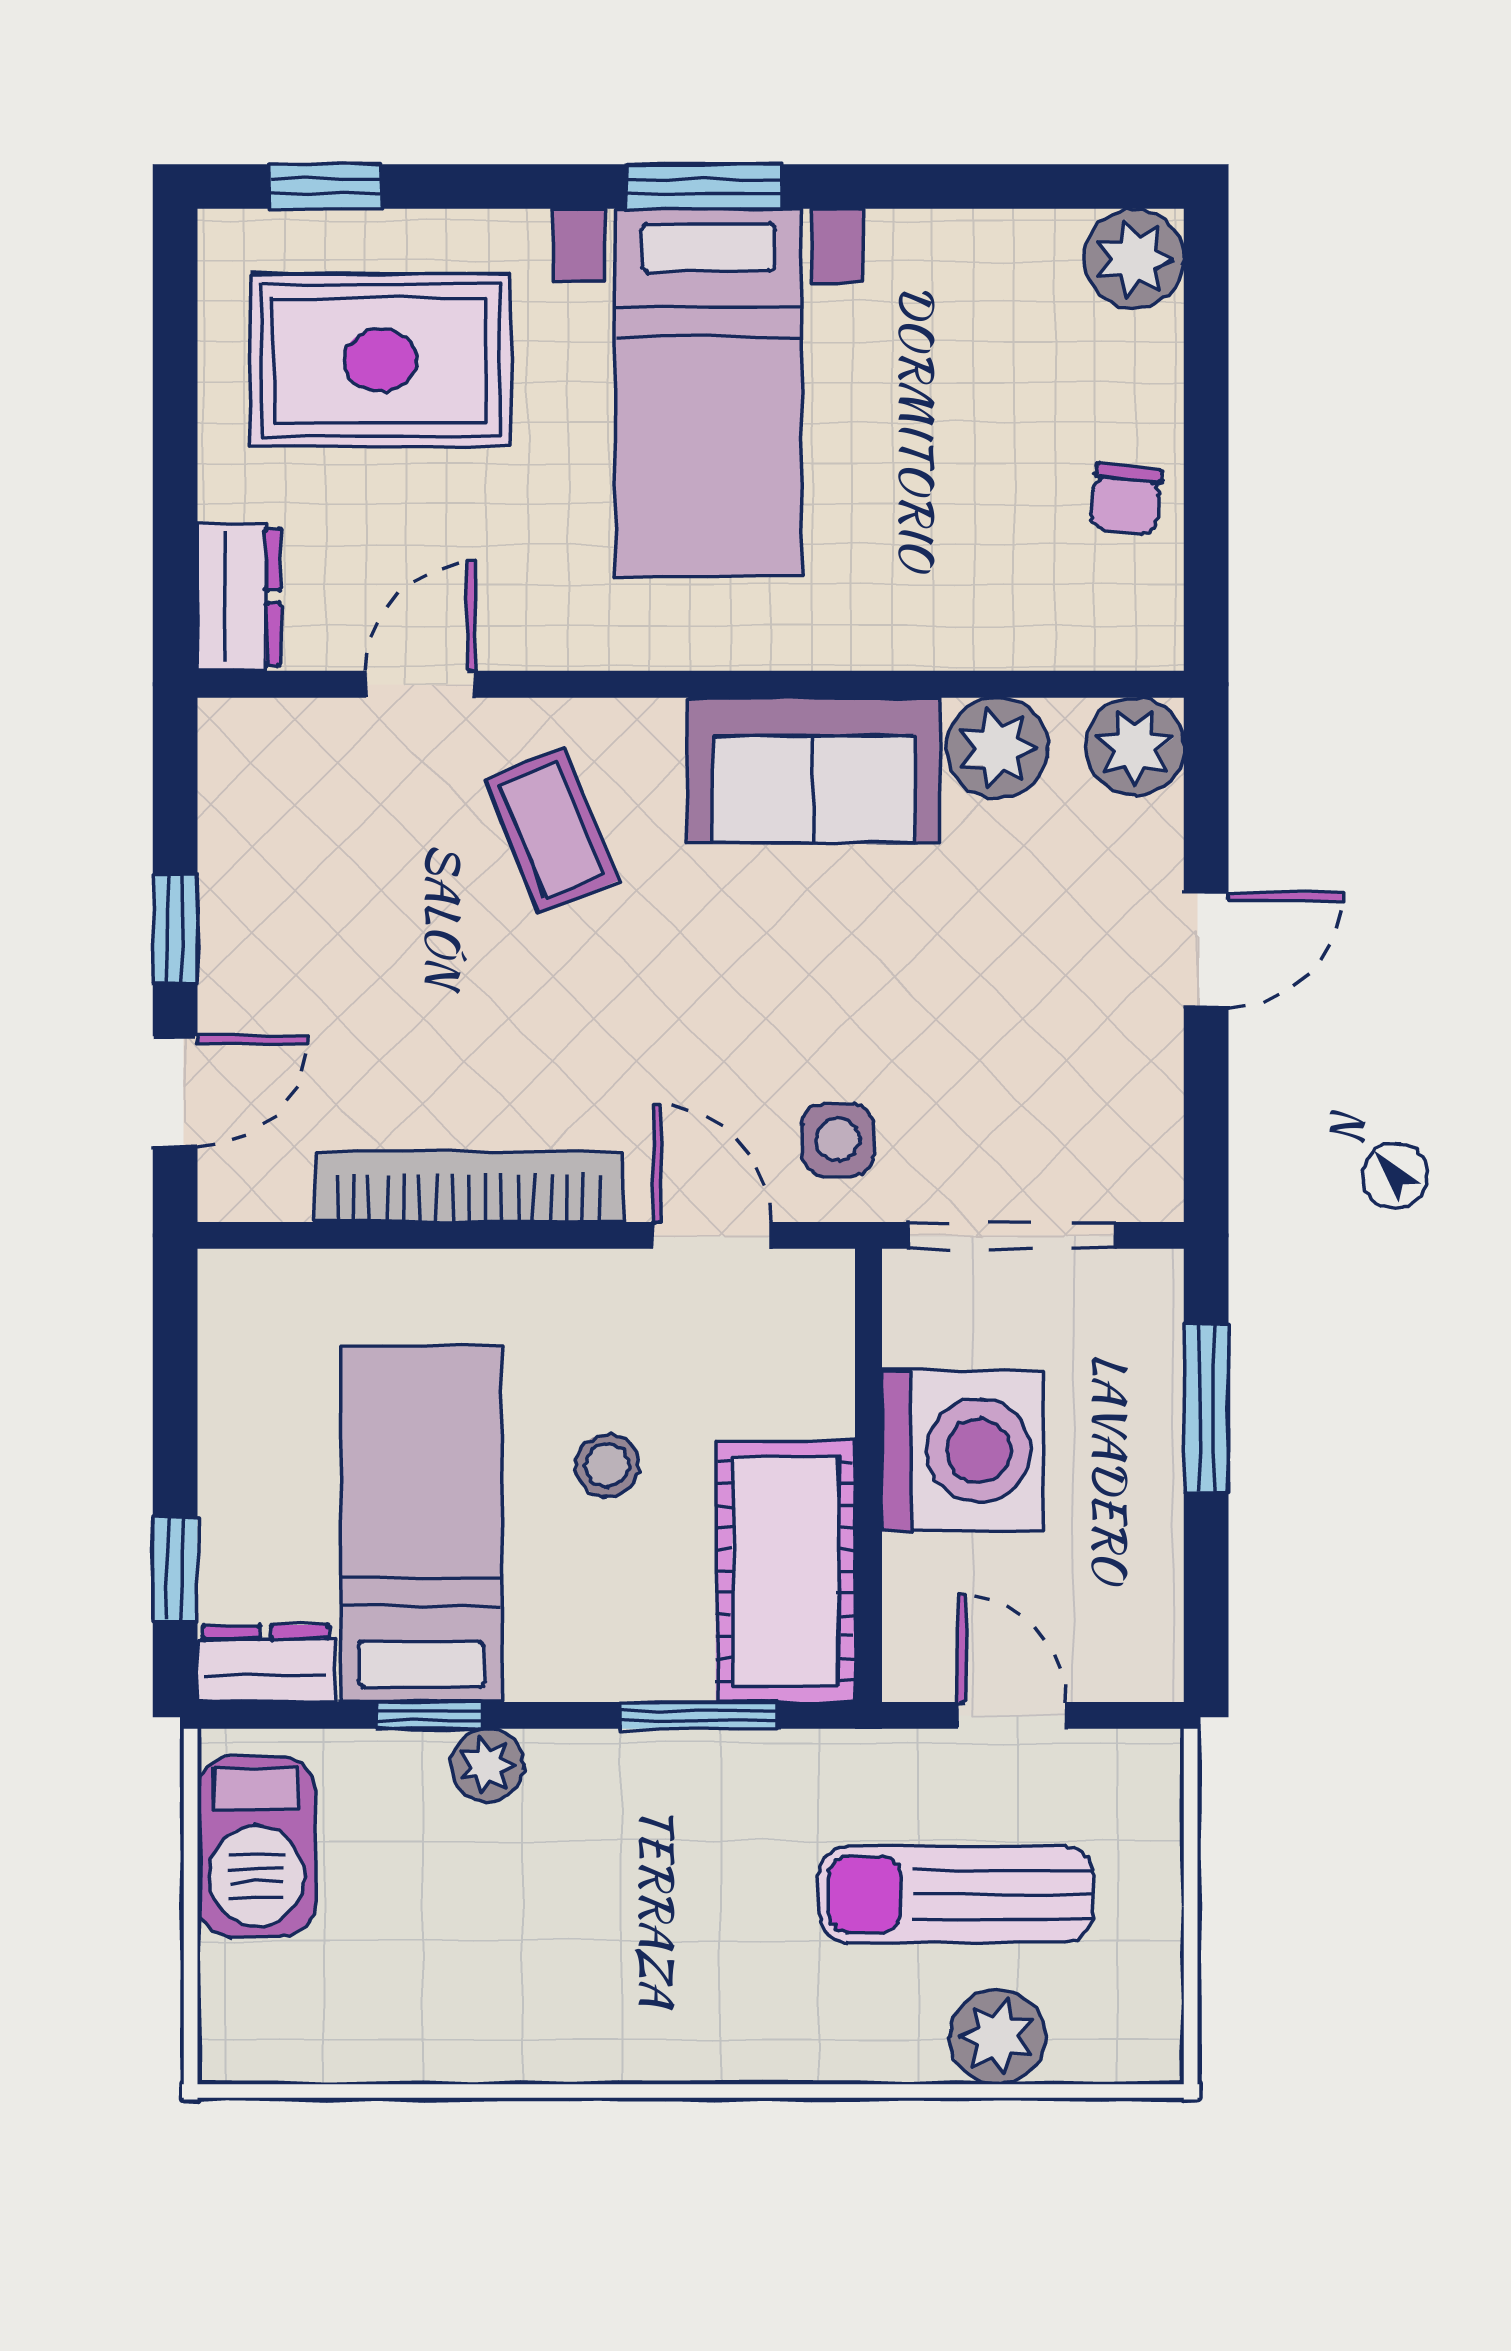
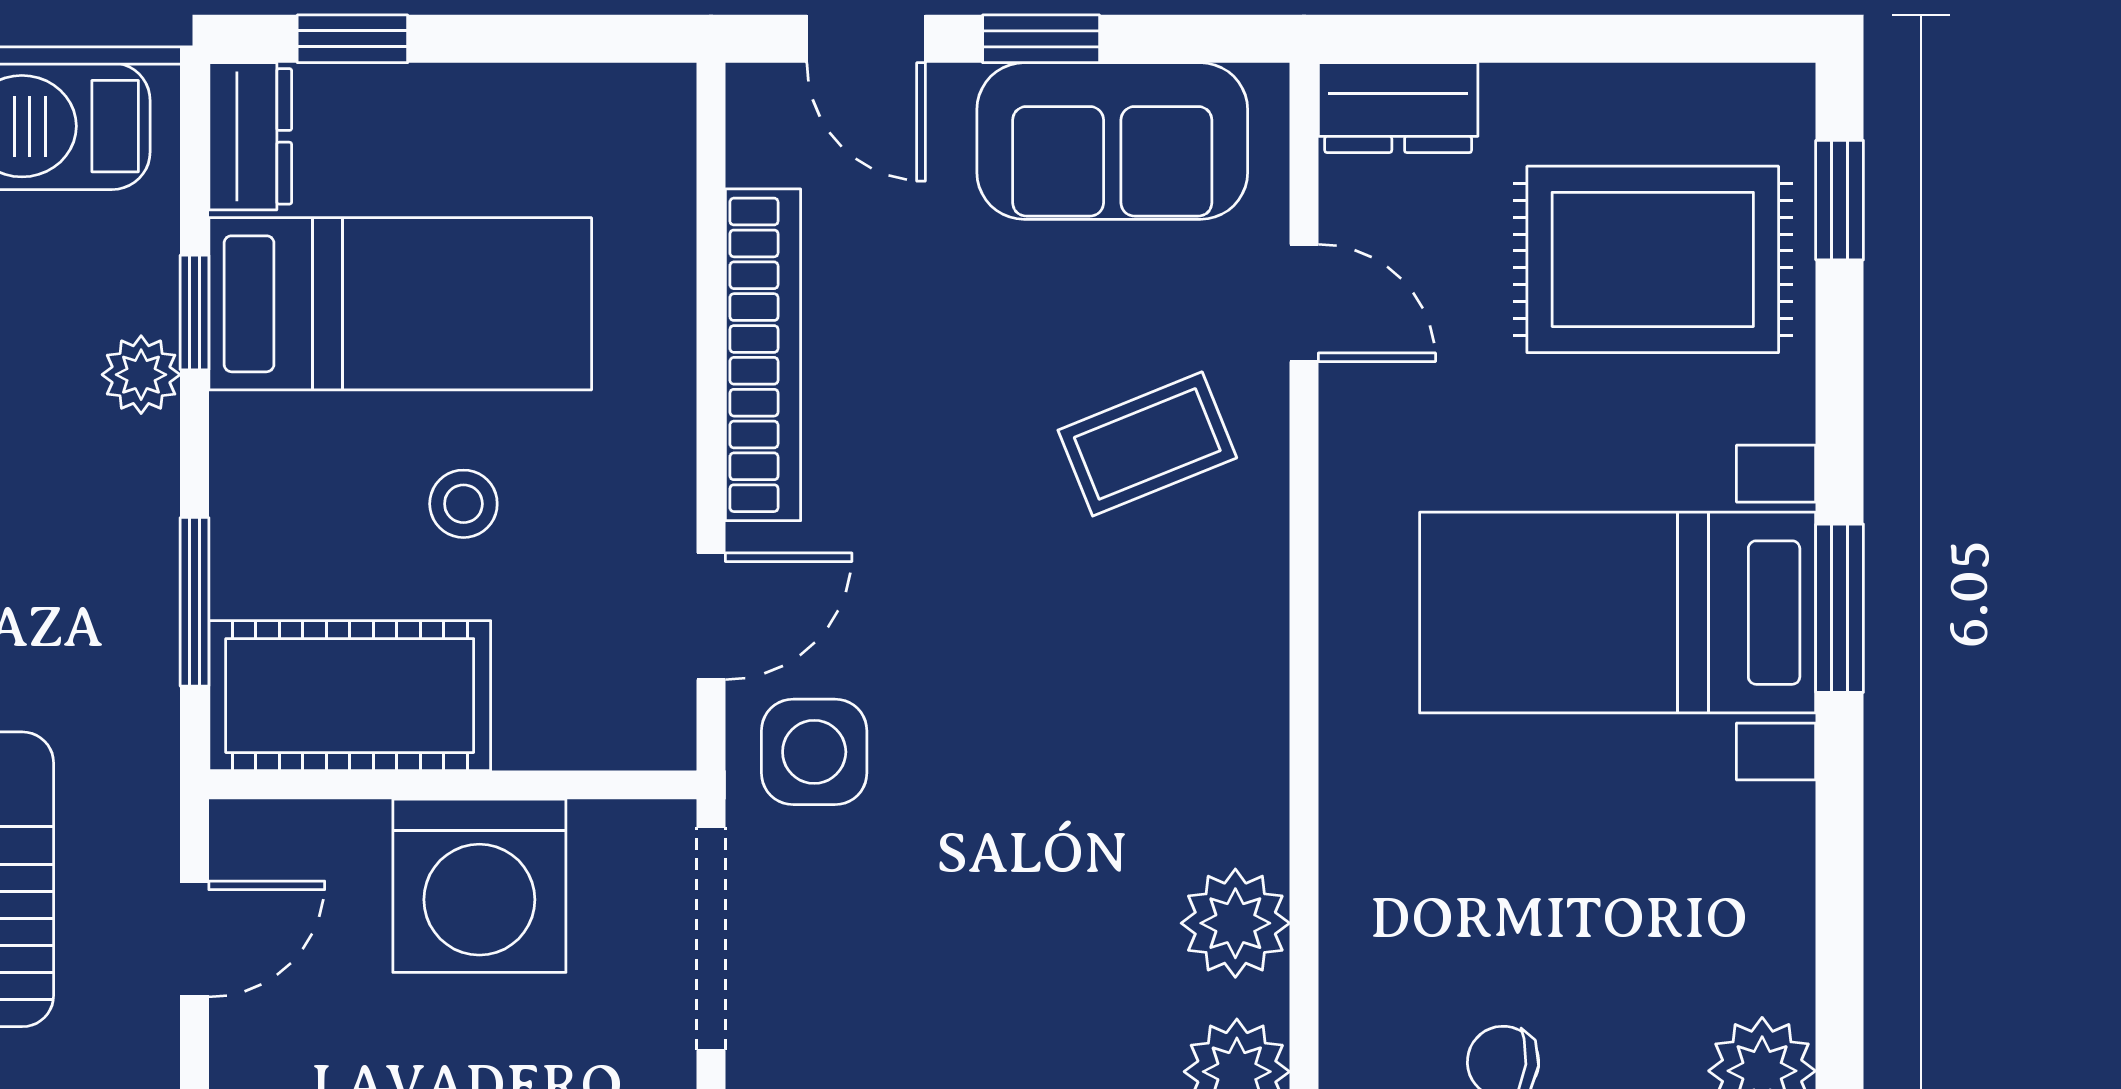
rug: (380, 360) -> (1653, 259), turned 90
sofa: (814, 770) -> (1112, 141), moved, turned -90
side table: (838, 1139) -> (814, 752), width x1.37, depth x1.37

